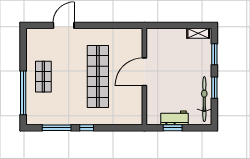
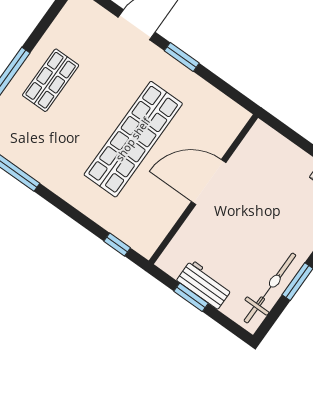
window: (94, 25) -> (182, 57), added
window: (87, 128) -> (117, 244), moved

